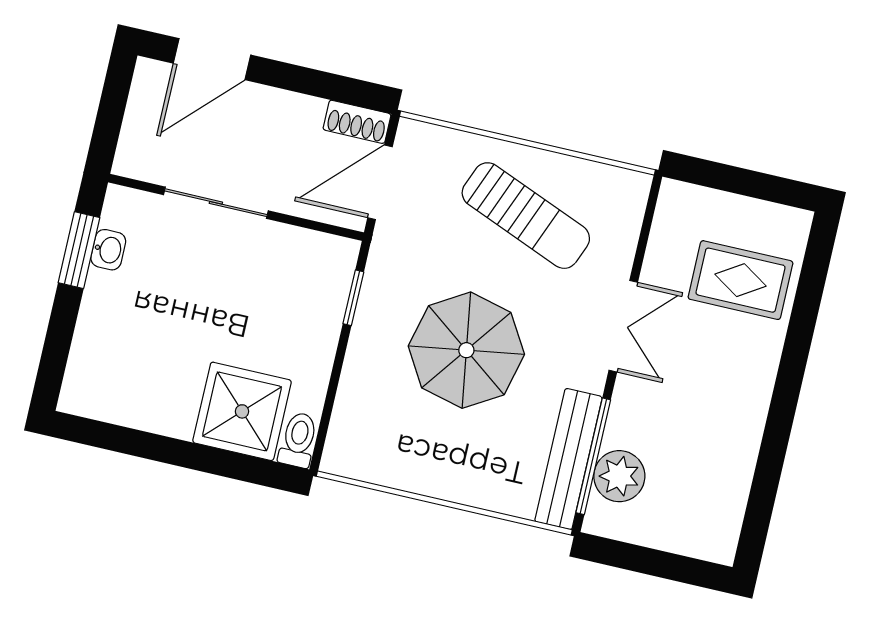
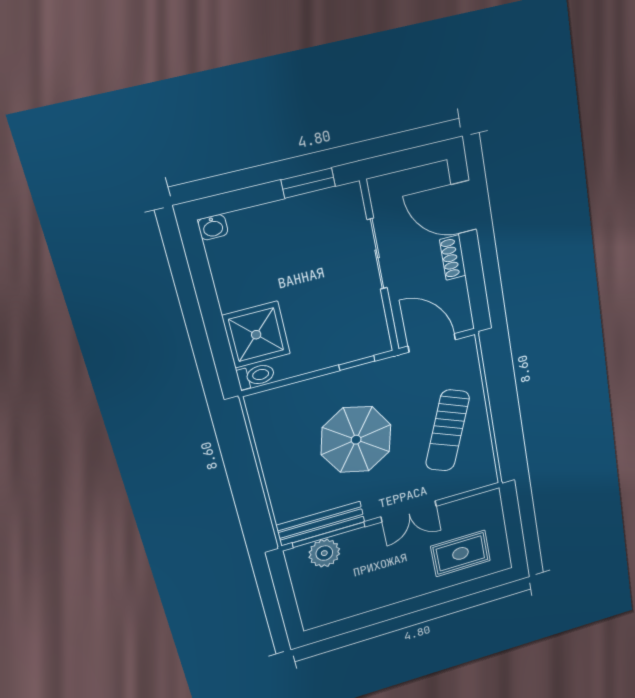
shoe rack: (357, 122) -> (453, 258), moved
washbasin: (108, 250) -> (213, 227), moved
rug: (740, 280) -> (461, 553), turned 90

